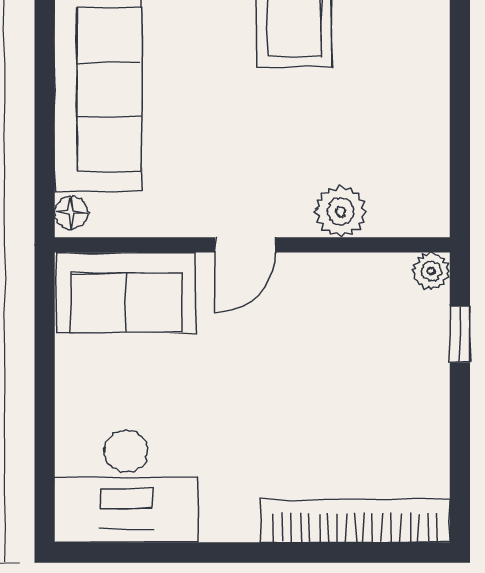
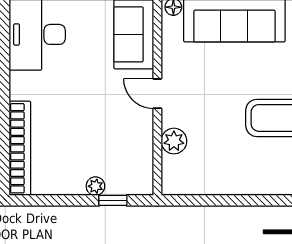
plant: (431, 271) -> (95, 186), moved

